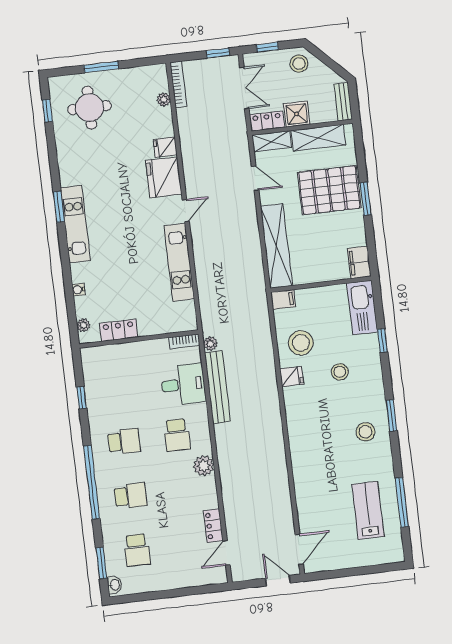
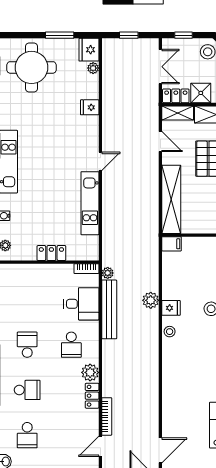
window: (218, 53) -> (129, 35), moved
window: (101, 67) -> (60, 35), moved
bookcase: (178, 84) -> (107, 416), moved
round table: (89, 108) -> (31, 67), width x1.36, depth x1.36
fridge: (164, 177) -> (89, 50), moved, width x0.73, depth x0.75
locker: (118, 330) -> (51, 253), moved
stool: (301, 343) -> (170, 332), moved, width x0.53, depth x0.53
plant: (266, 370) -> (151, 300), added
school desk: (124, 441) -> (27, 345), turned -90
locker: (213, 526) -> (92, 396), moved

